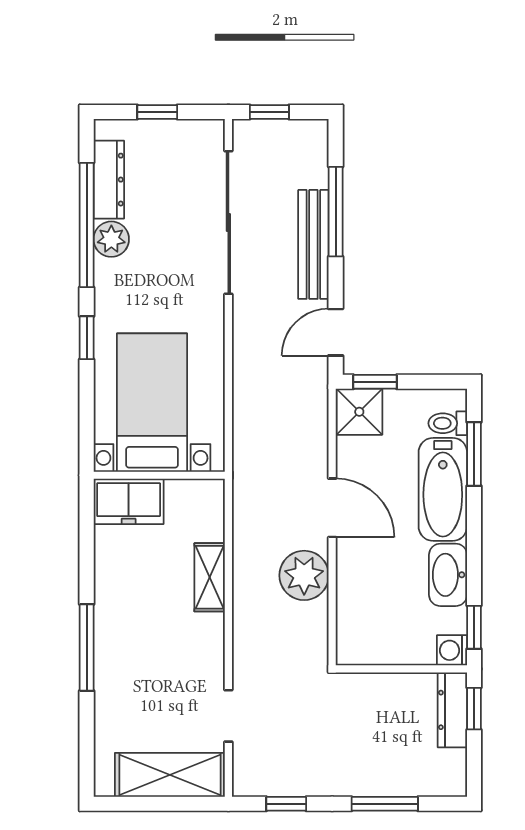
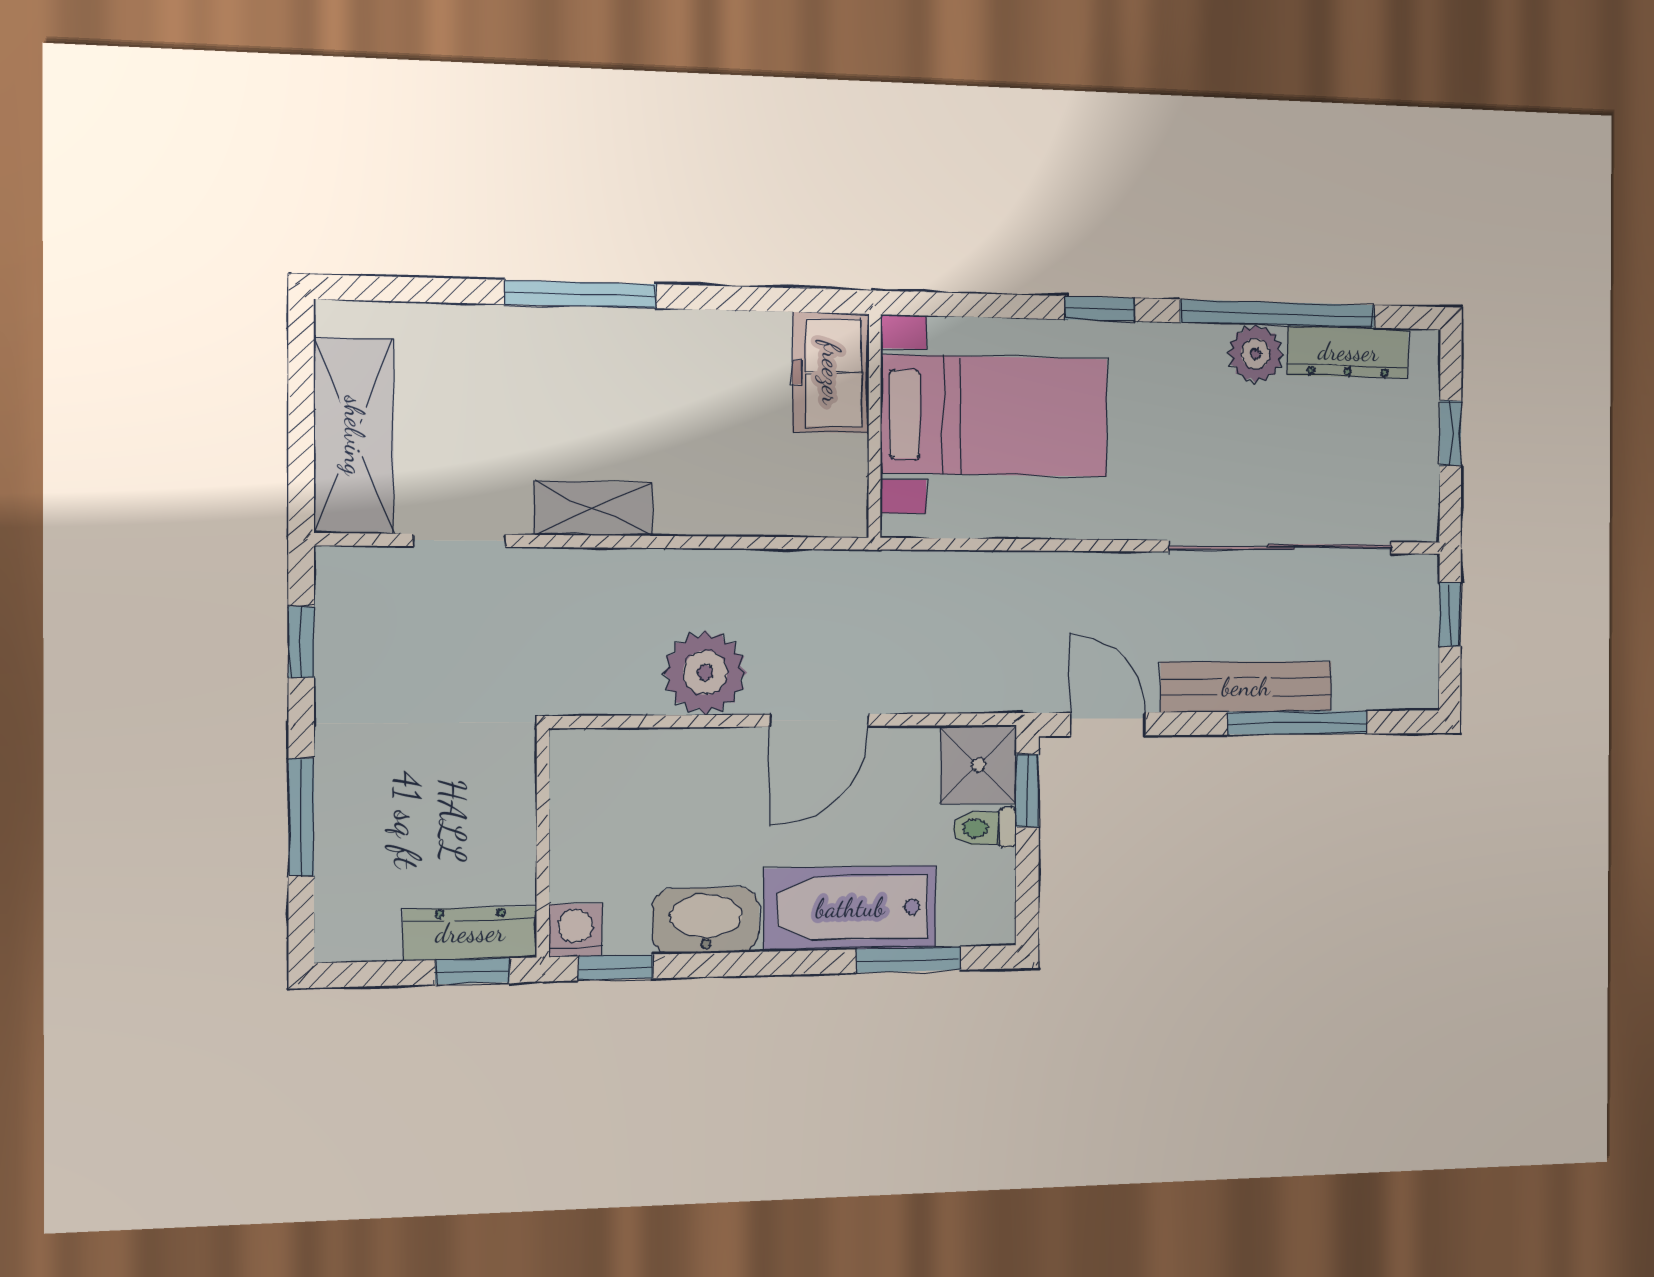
toilet: (448, 423) -> (985, 828), moved, turned -90
shelving: (210, 577) -> (593, 509), moved

